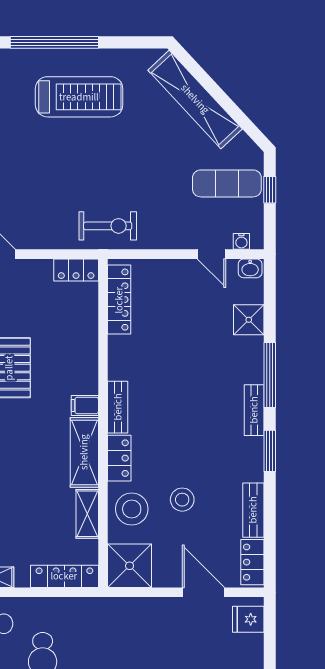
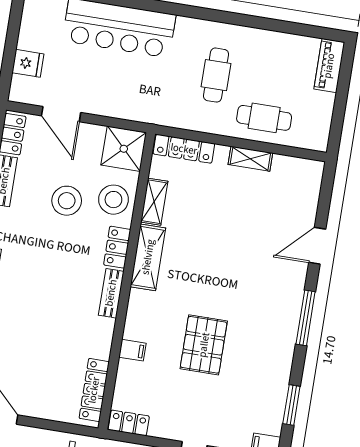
filing cabinet: (85, 405) -> (132, 350), moved
stool: (182, 500) -> (67, 201), width x1.38, depth x1.38
fridge: (248, 619) -> (28, 63), moved

